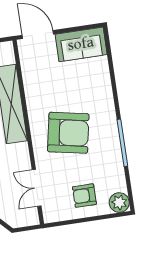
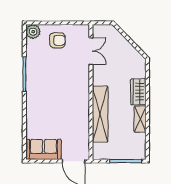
armchair: (68, 133) -> (62, 87), removed

